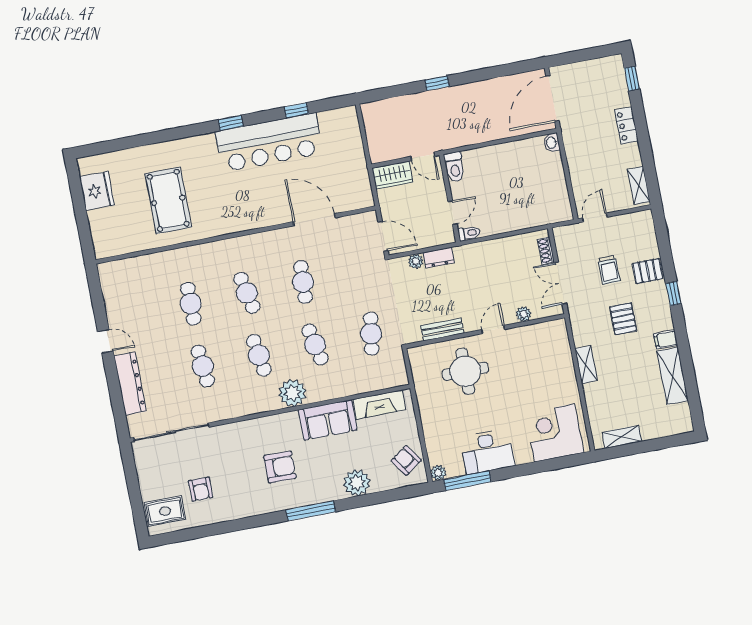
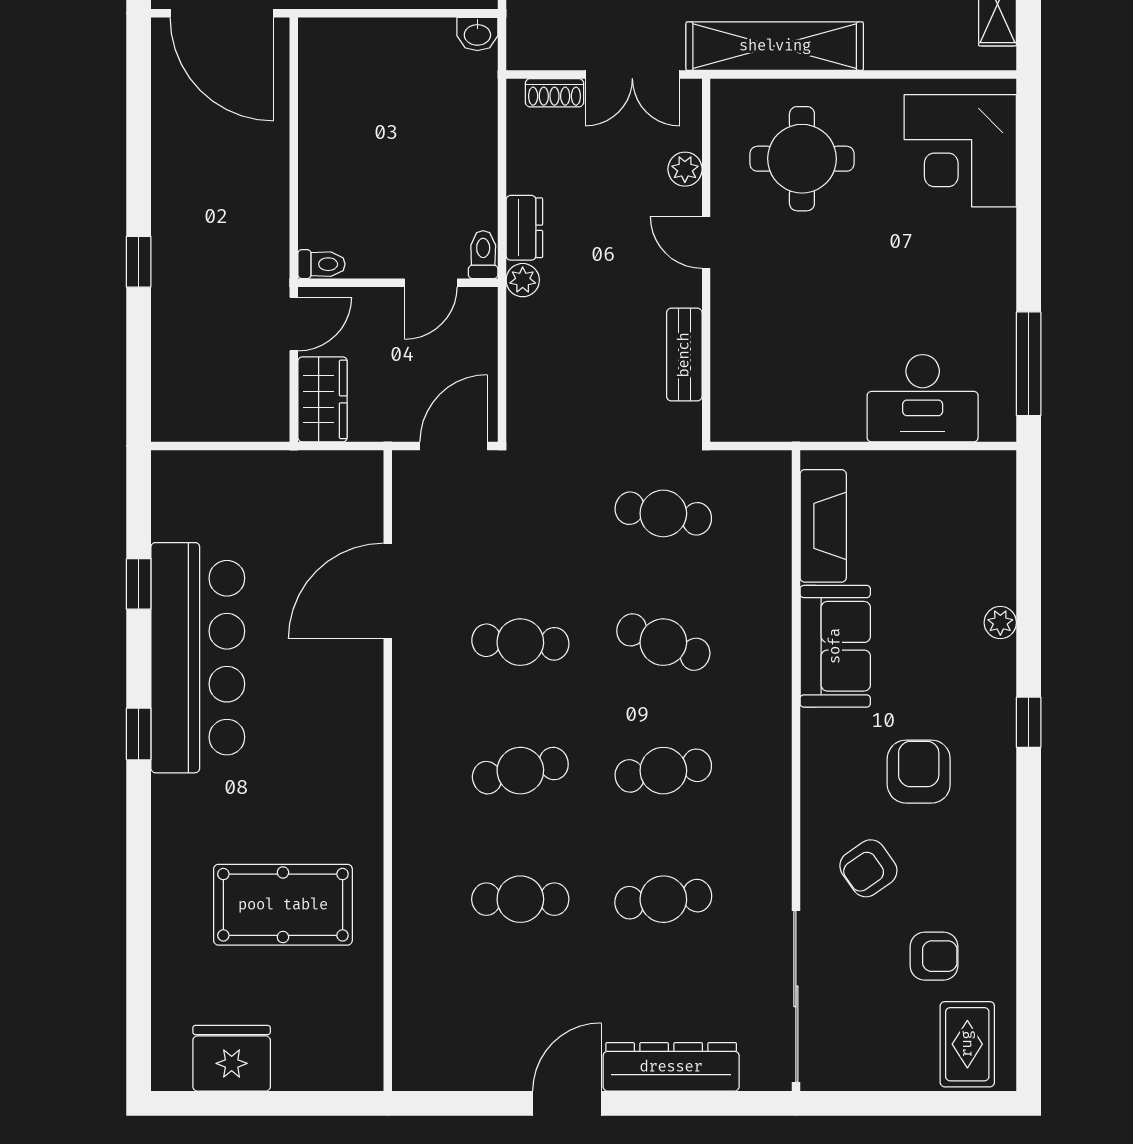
washbasin: (552, 143) -> (477, 34), moved
toilet: (454, 167) -> (321, 264), width x0.73, depth x0.72
door: (452, 213) -> (431, 283), swing flipped
dresser: (439, 258) -> (524, 228), moved
plant: (416, 261) -> (523, 280), moved
door: (105, 341) -> (567, 1103), width x1.37
cafe table: (315, 344) -> (663, 642), turned 33
shelving: (586, 365) -> (775, 46), width x2.20, depth x1.33
round table: (465, 371) -> (802, 159), moved
plant: (292, 393) -> (761, 713), removed
desk: (487, 451) -> (923, 398), moved, turned 90
armchair: (406, 460) -> (868, 868), moved
plant: (438, 473) -> (999, 424), removed
plant: (357, 483) -> (1000, 623), width x0.53, depth x0.53
window: (311, 511) -> (1029, 722), width x0.46

